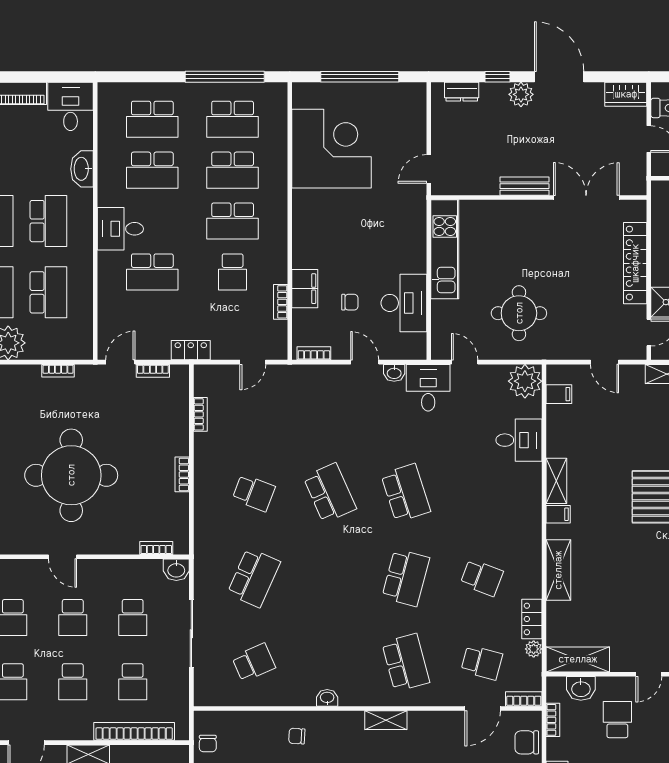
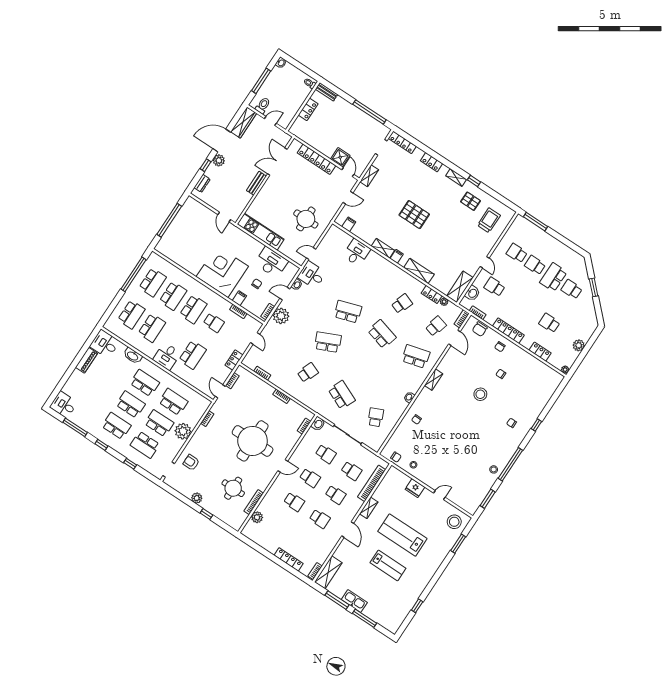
wardrobe: (626, 94) -> (244, 123), width x1.50
corner desk: (331, 149) -> (222, 272), moved
filing cabinet: (305, 289) -> (239, 298), width x0.50
plant: (525, 381) -> (281, 316), moved

